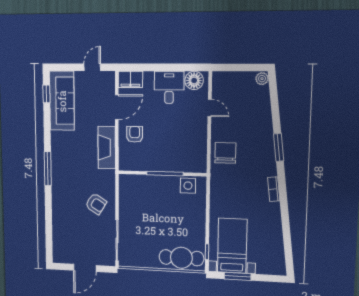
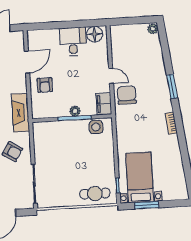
filing cabinet: (130, 79) -> (104, 104), moved, turned 90
door: (210, 108) -> (111, 76), moved
armchair: (135, 134) -> (45, 85), turned 180
fireplace: (107, 148) -> (20, 113), moved
plant: (166, 166) -> (75, 111), added
cafe table: (181, 258) -> (95, 194), width x0.73, depth x0.74

